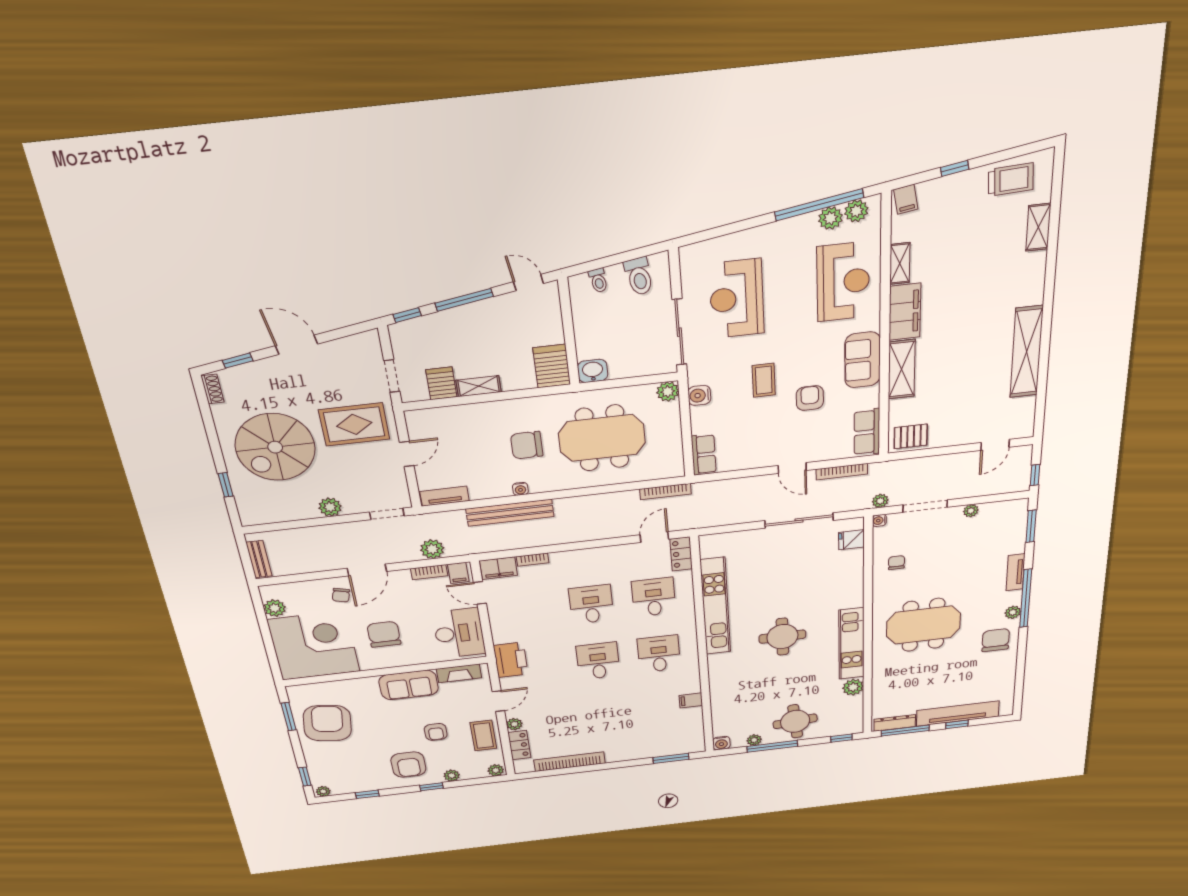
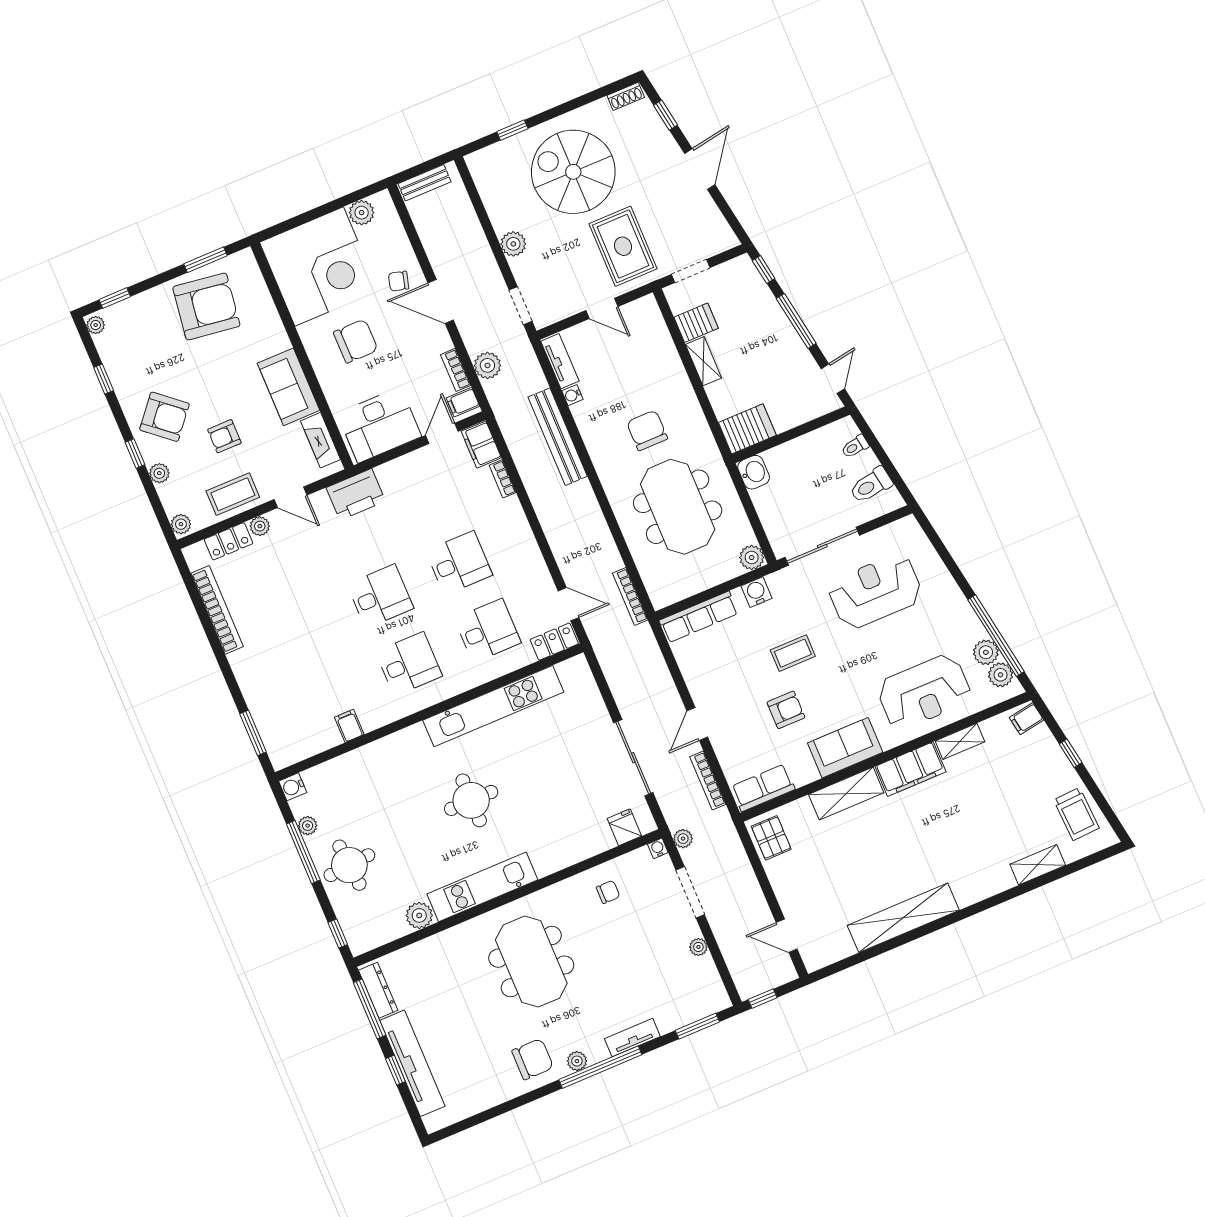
row of seats: (704, 455) -> (699, 617), width x1.48
water cooler: (520, 489) -> (572, 395), moved
armchair: (408, 765) -> (164, 417), turned -140

